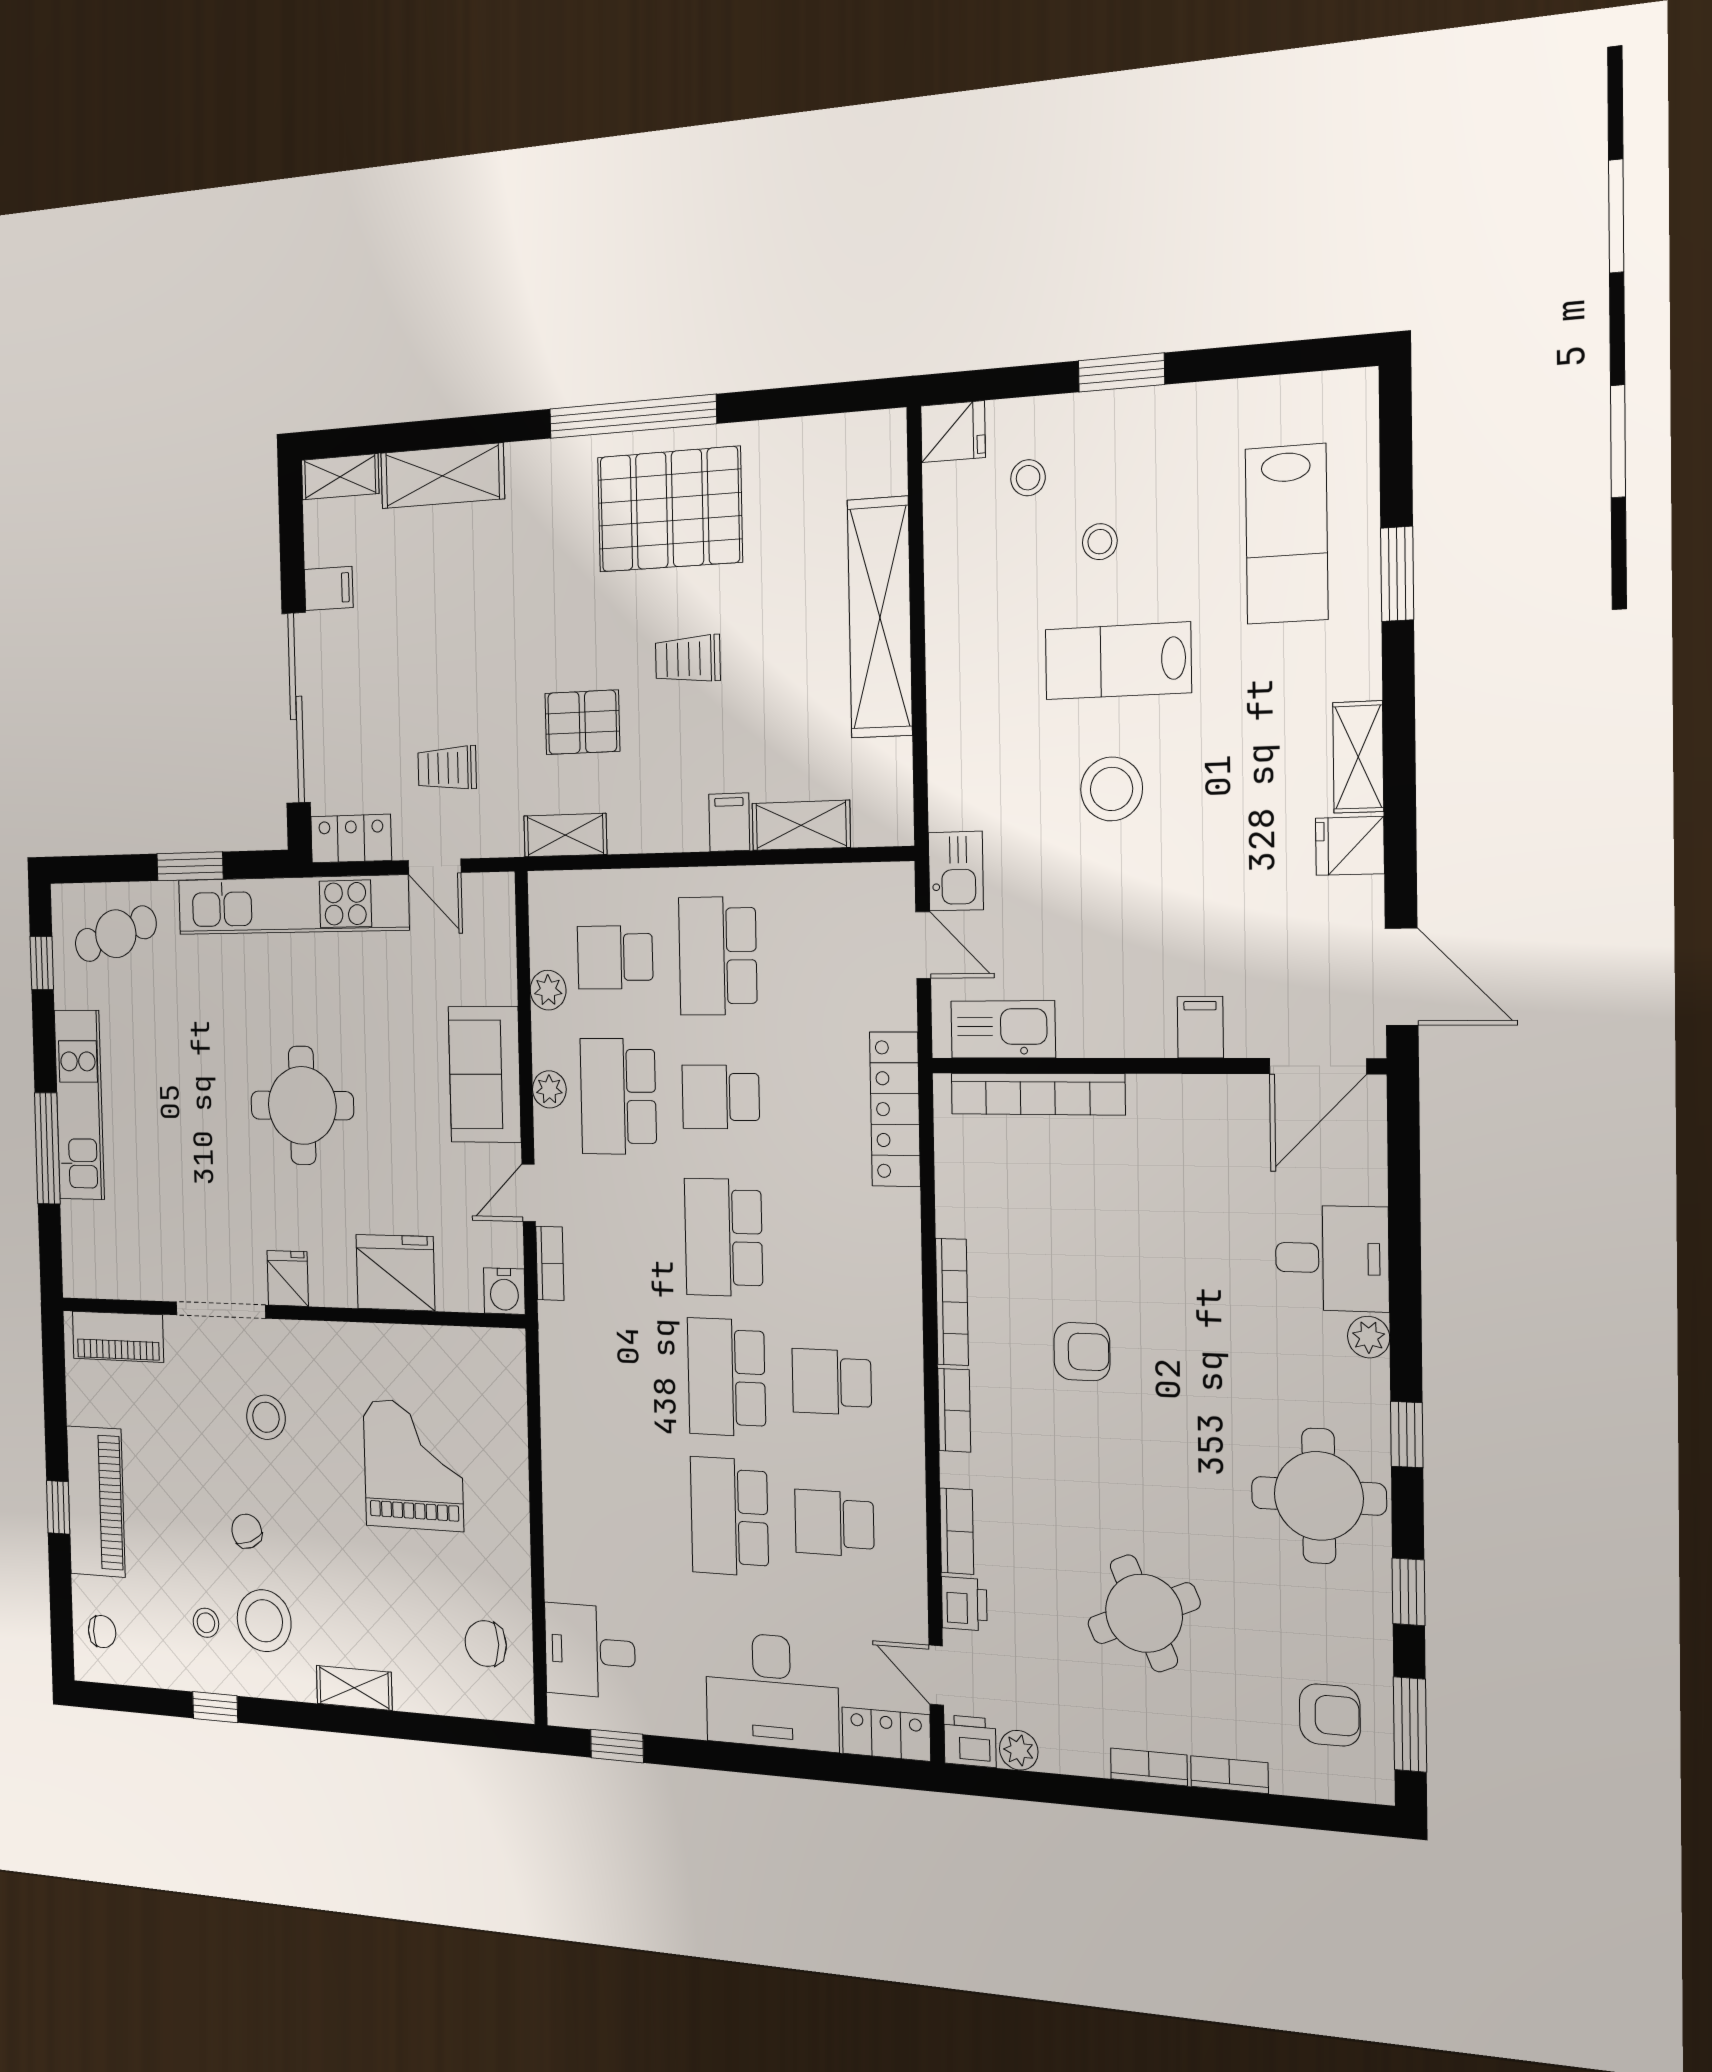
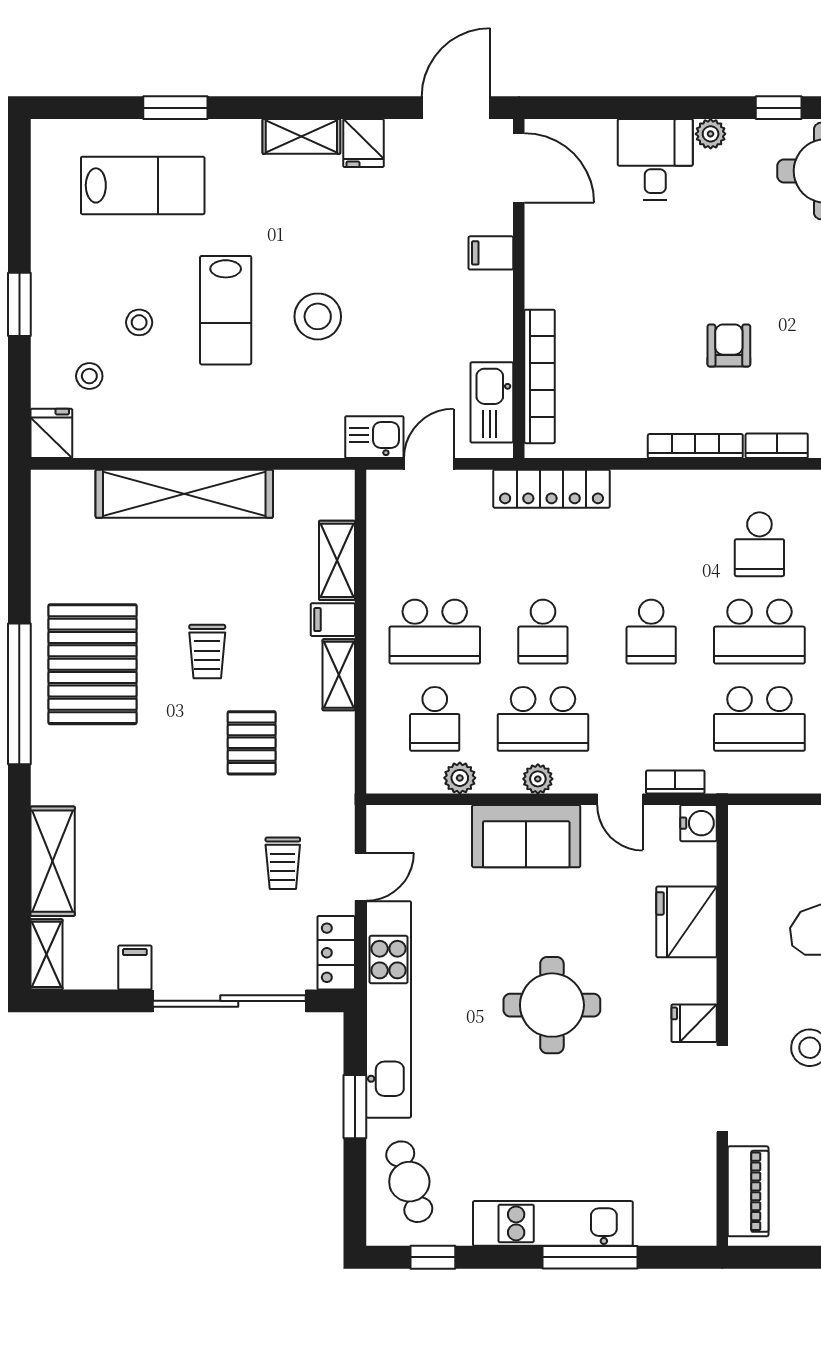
shelving: (565, 835) -> (339, 675), moved
school desk: (724, 1237) -> (651, 632), width x0.54
school desk: (624, 1373) -> (759, 719), added

